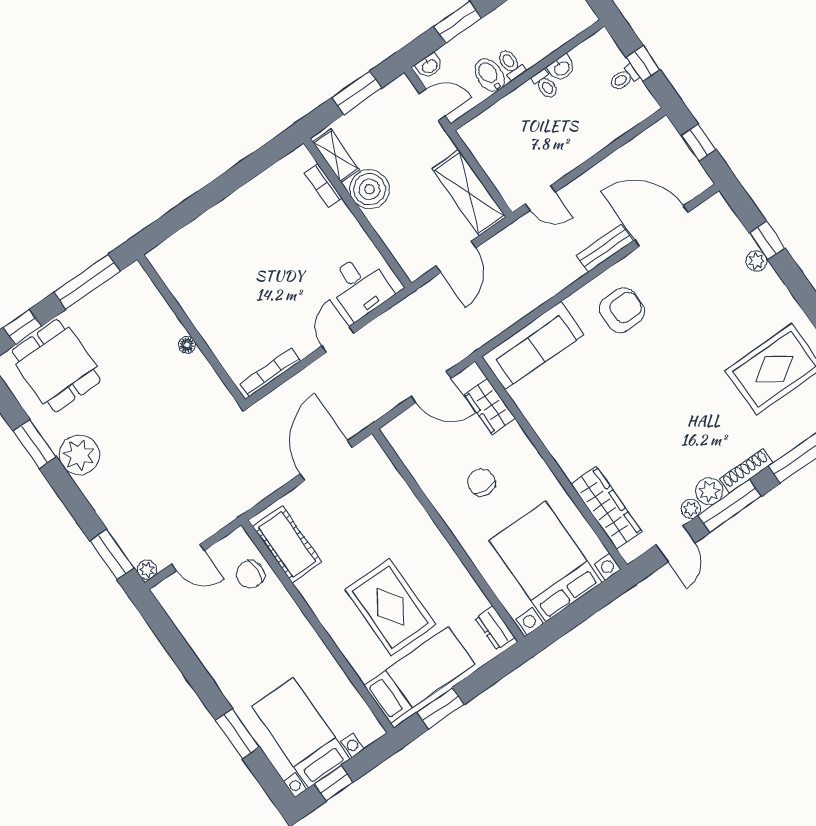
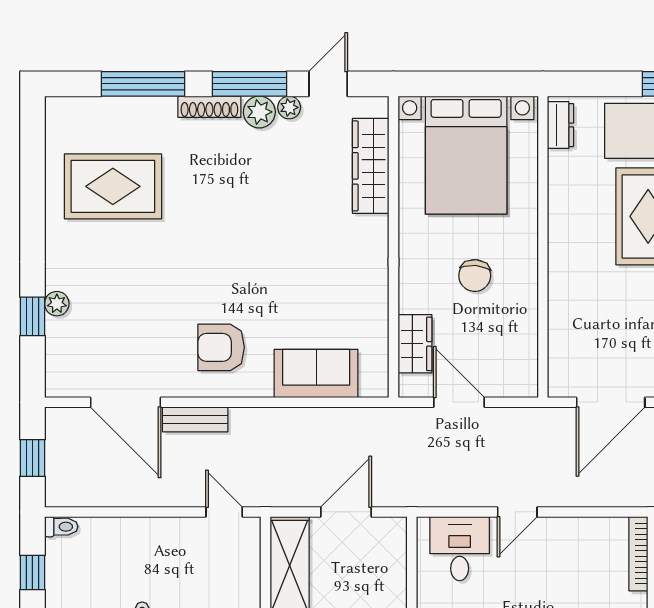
toilet: (624, 78) -> (61, 527), moved
sofa: (533, 345) -> (316, 373), width x0.73
bookcase: (270, 372) -> (638, 554), moved, turned 90

